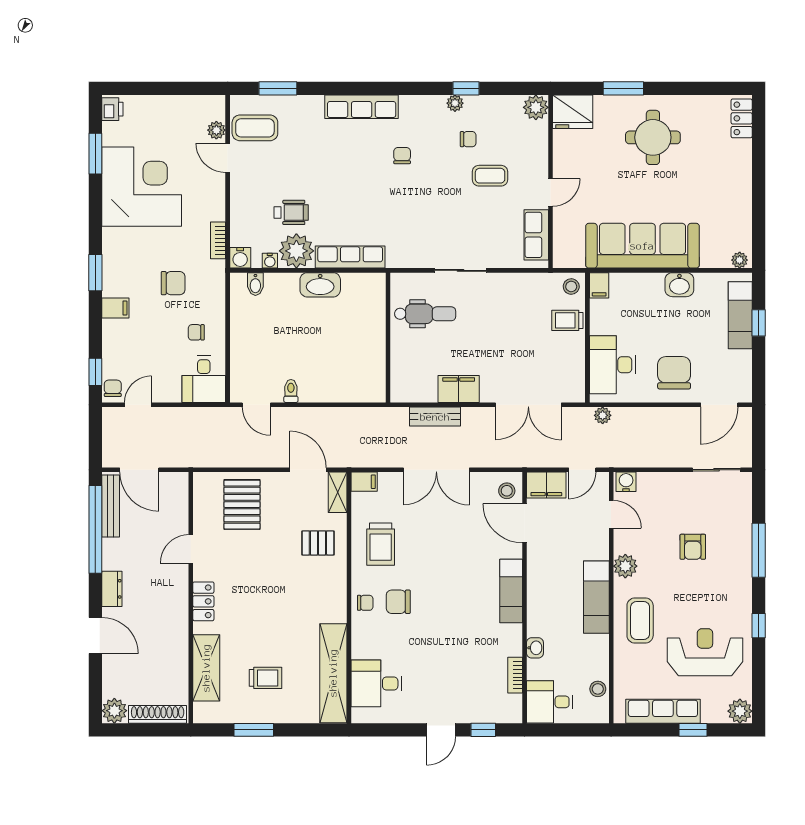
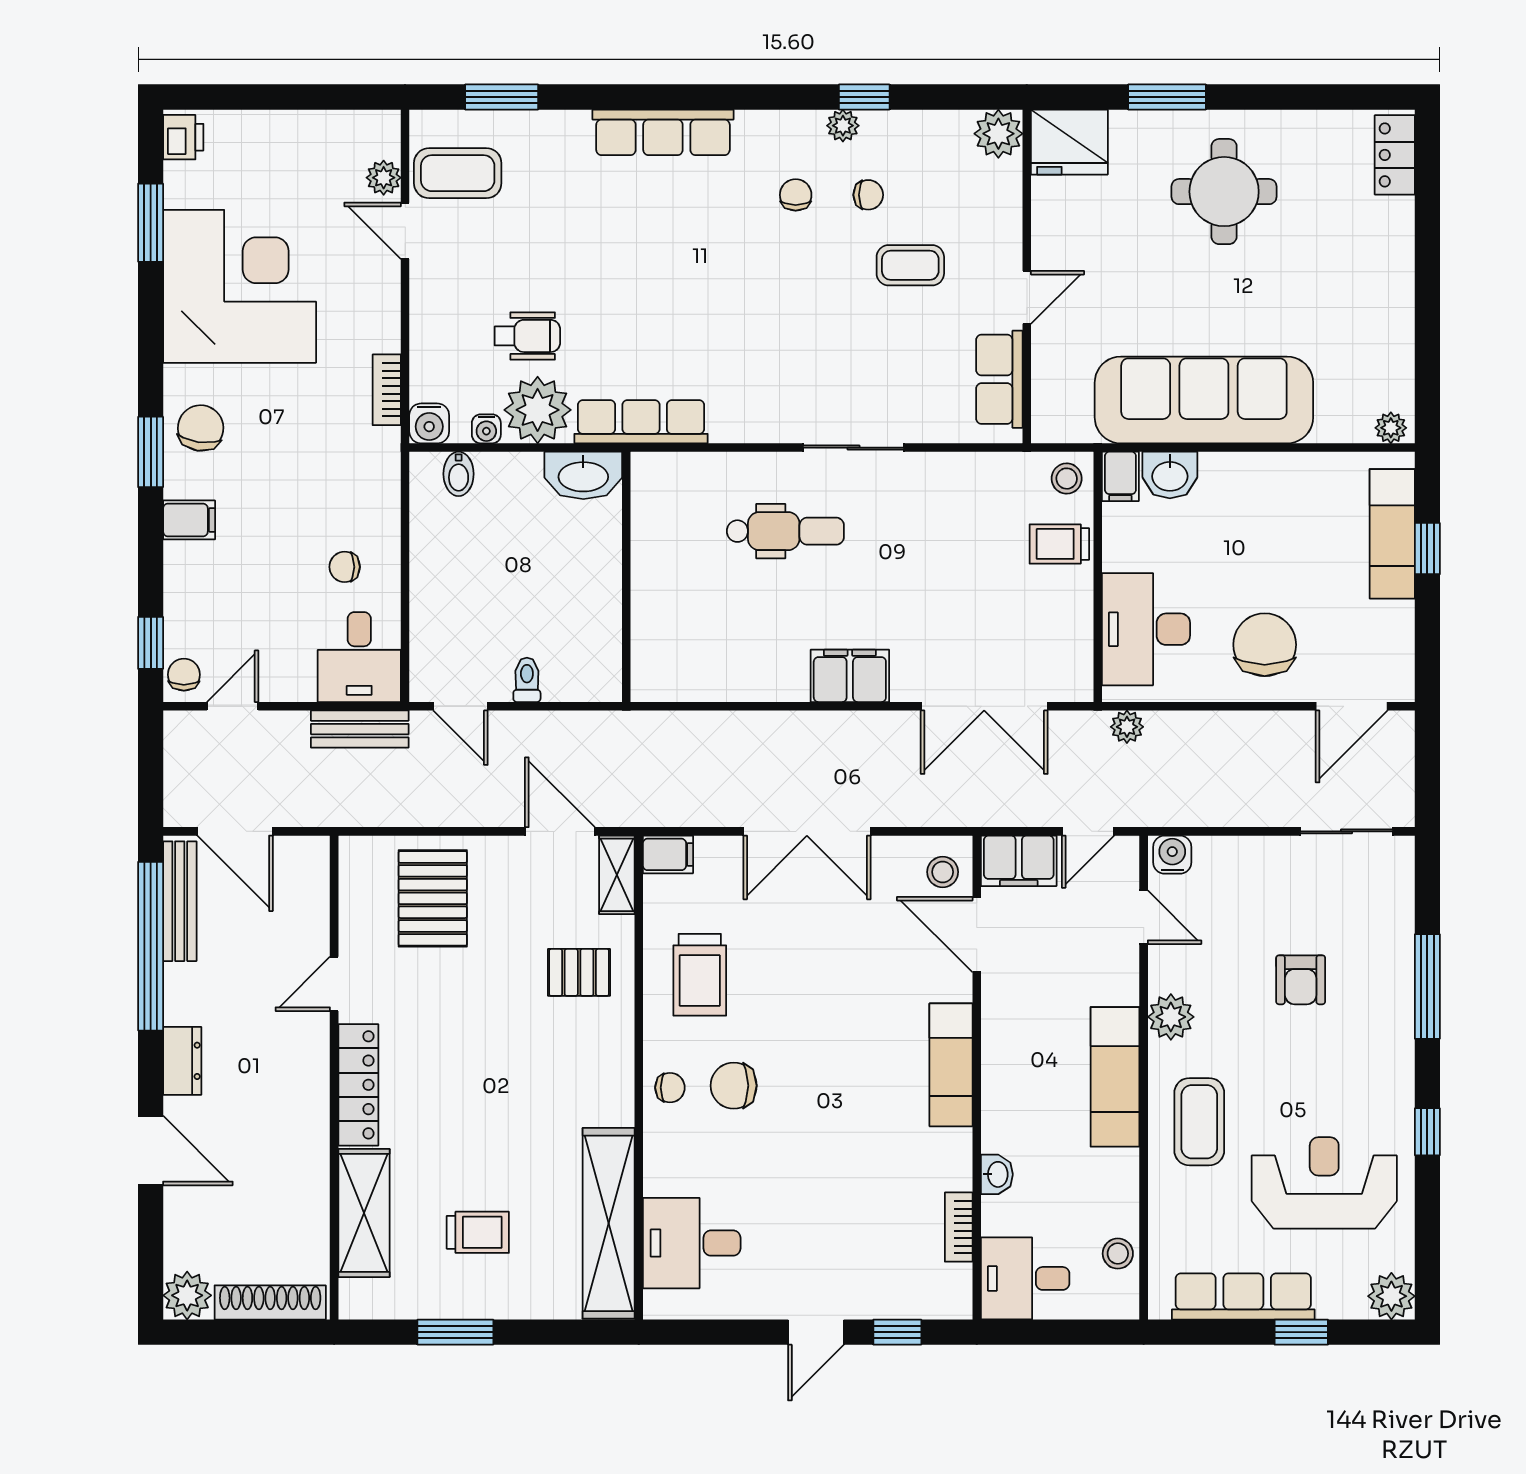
chair: (402, 156) -> (796, 195), moved
chair: (173, 283) -> (201, 428), moved, turned -82
washbasin: (679, 285) -> (1170, 475), moved
wall: (388, 338) -> (626, 577), moved
bench: (435, 417) -> (360, 729), moved
locker: (203, 601) -> (358, 1085), width x1.53

